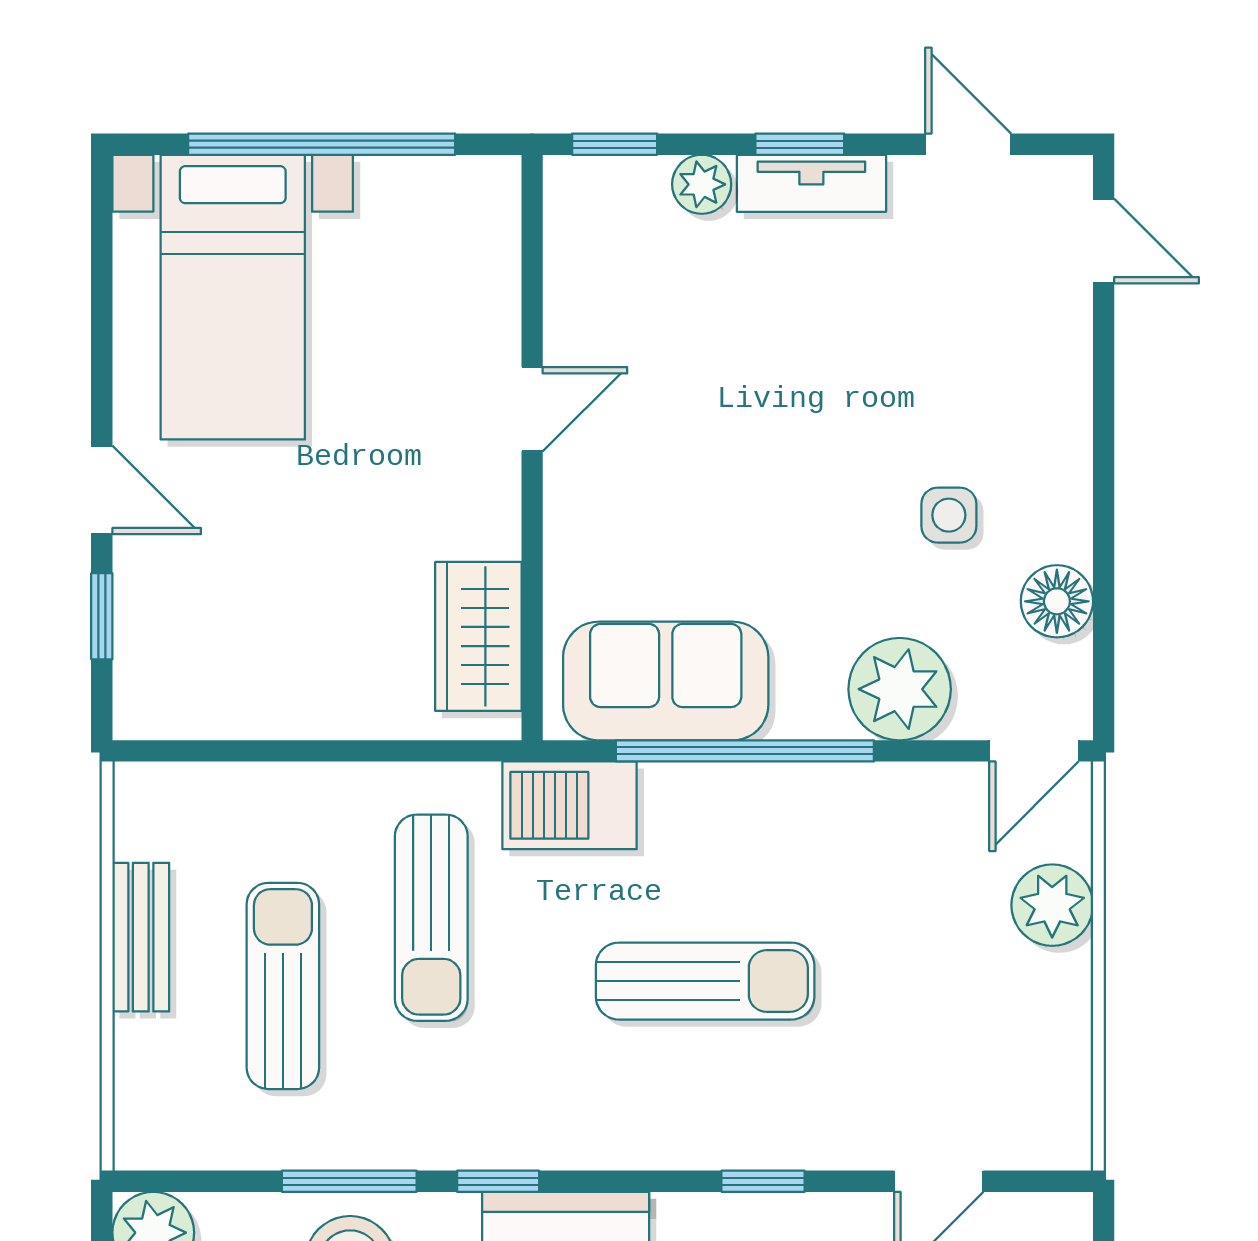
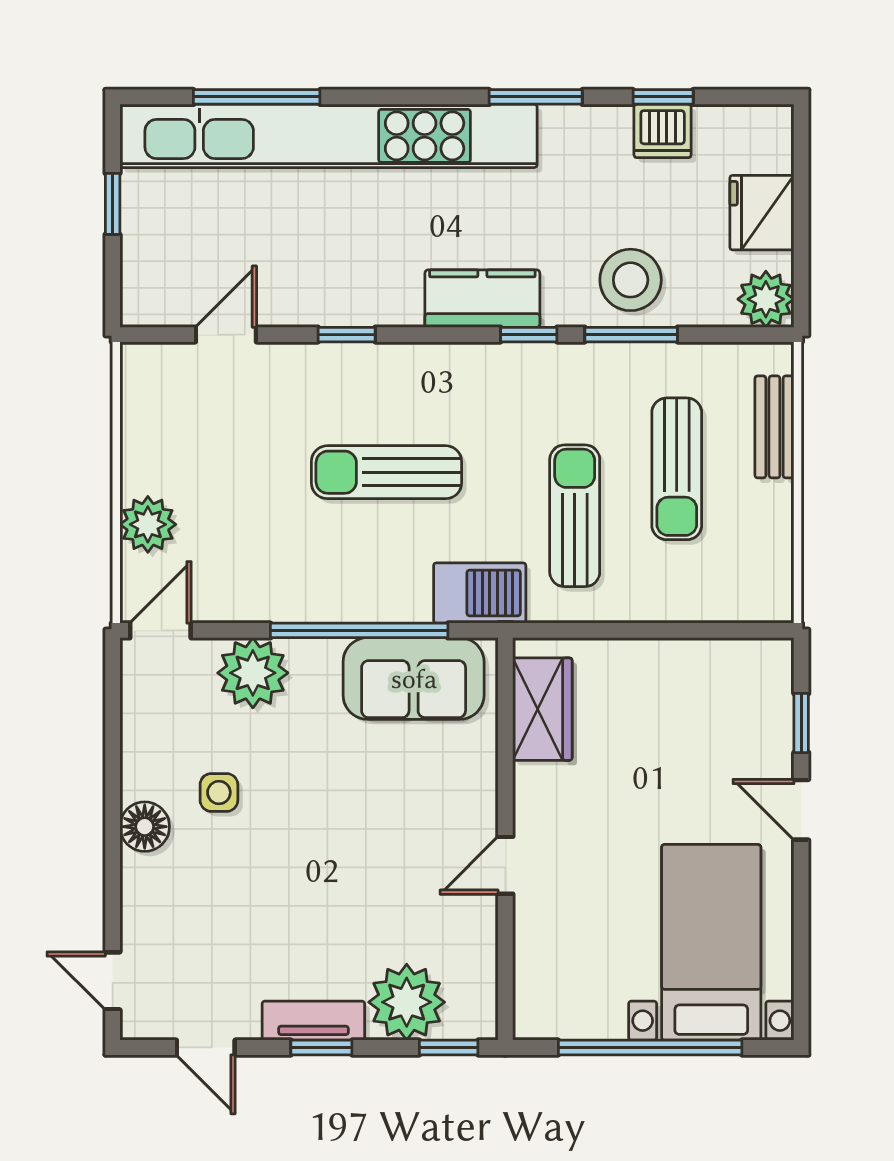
plant: (702, 184) -> (407, 1002), width x1.87, depth x1.87
floor lamp: (1057, 601) -> (145, 827), moved
bench: (141, 937) -> (774, 427), moved

